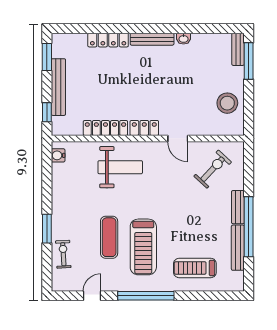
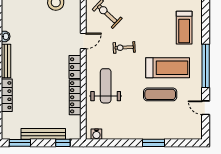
exercise bike: (63, 254) -> (124, 47), moved

